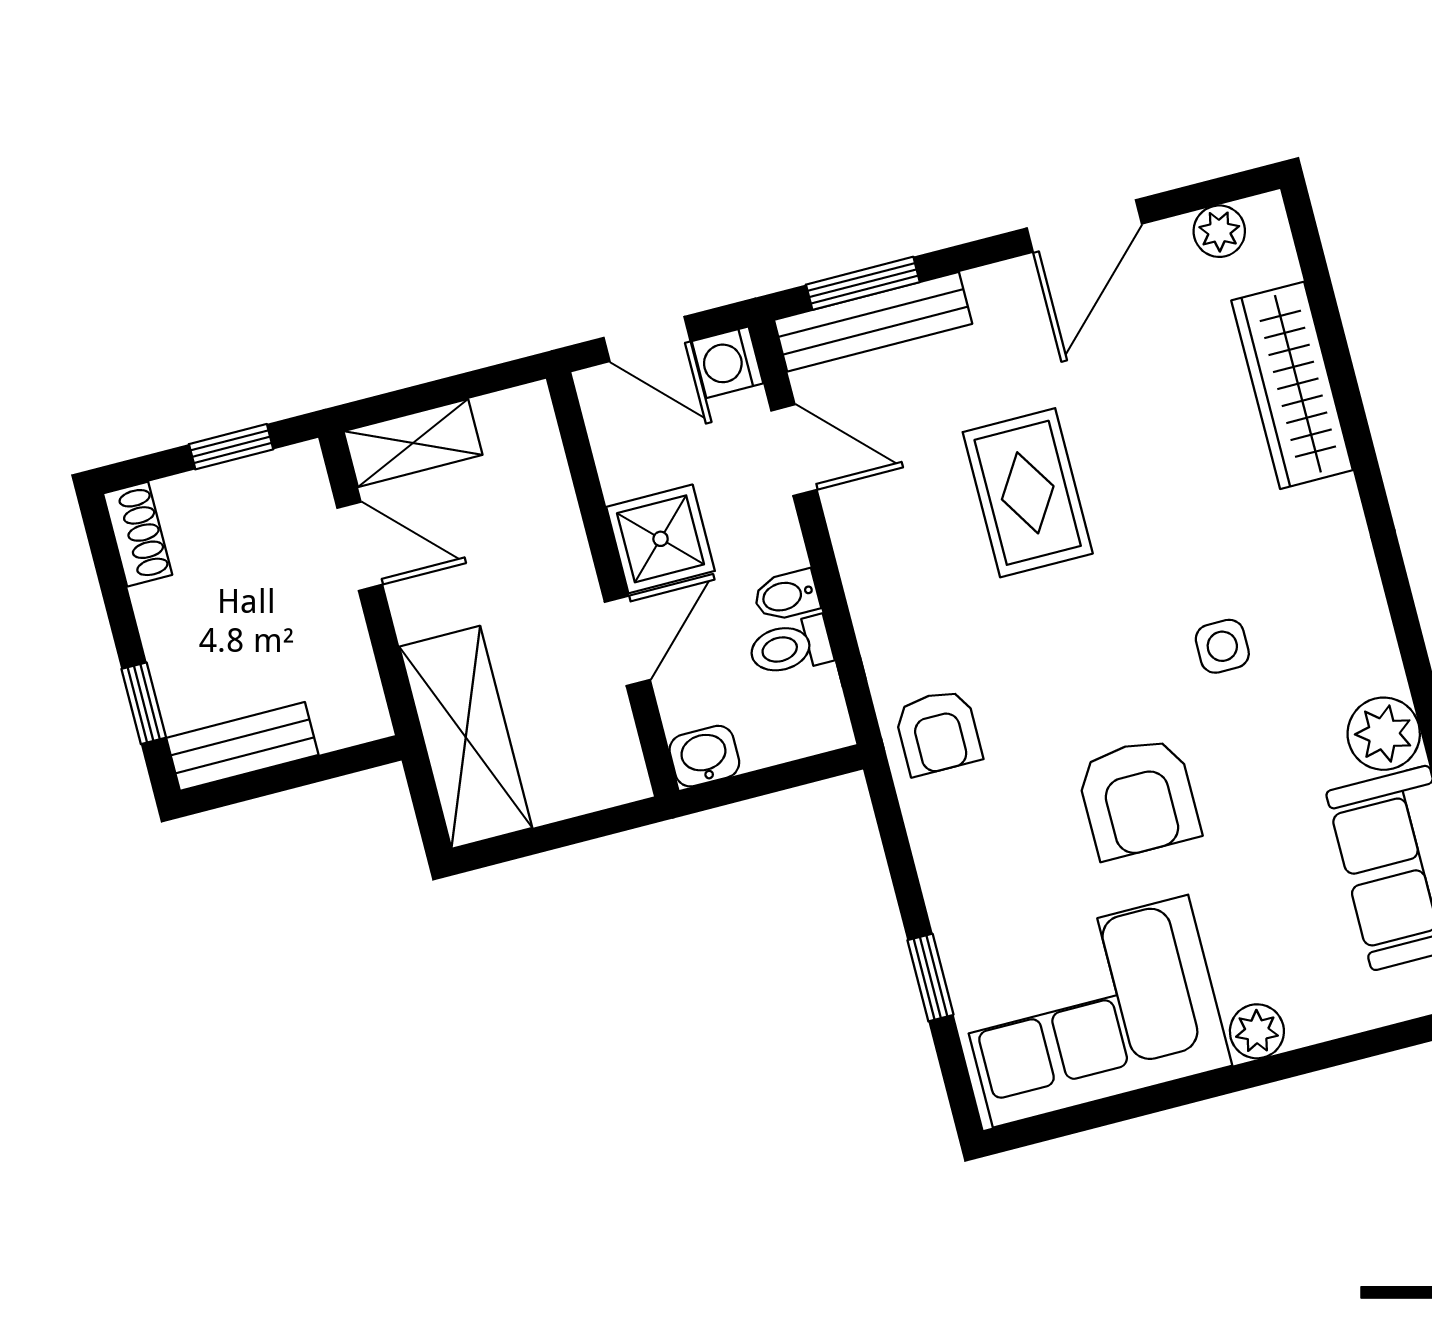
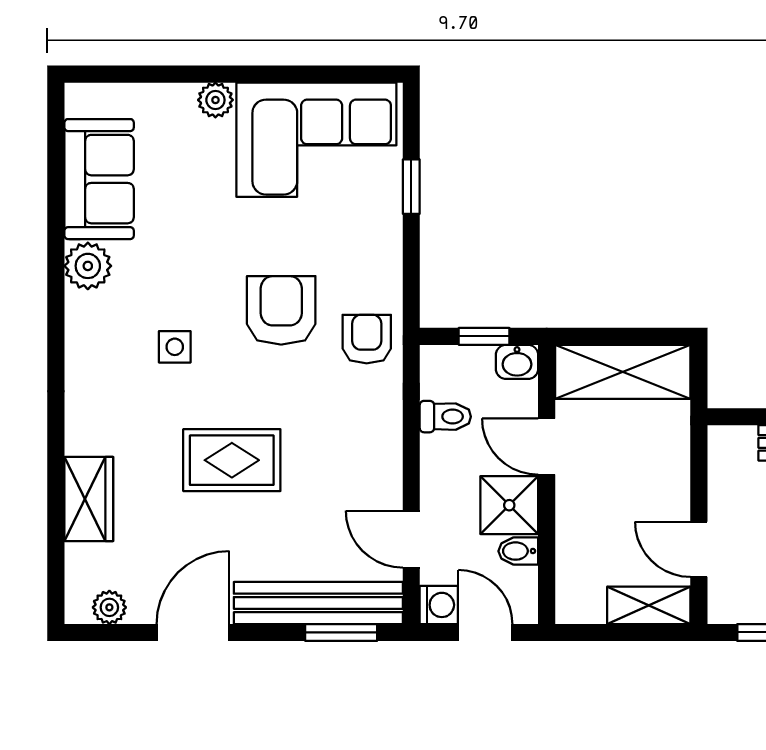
bench: (873, 322) -> (318, 603), width x1.37, depth x1.21
wardrobe: (1292, 385) -> (89, 499), width x0.67
rug: (1028, 493) -> (232, 460), moved, turned 90
bidet: (786, 596) -> (518, 551), moved, turned 180
door: (627, 641) -> (547, 447), hinge flipped
shelving: (466, 737) -> (623, 372), moved, turned 90
window: (764, 782) -> (484, 336), added
armchair: (1138, 798) -> (281, 310), moved

